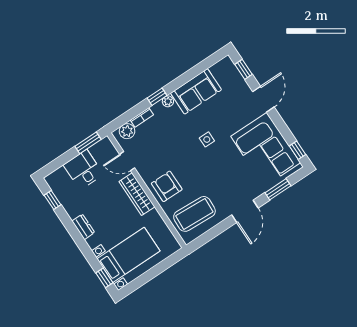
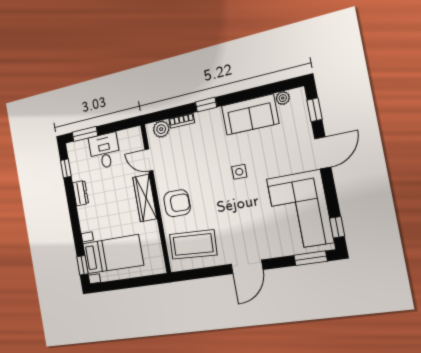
plant: (168, 101) -> (283, 98), moved
window: (88, 143) -> (85, 134), moved
armchair: (167, 186) -> (177, 203), turned 90
window: (278, 189) -> (311, 258), moved
dresser: (83, 227) -> (80, 193), moved

